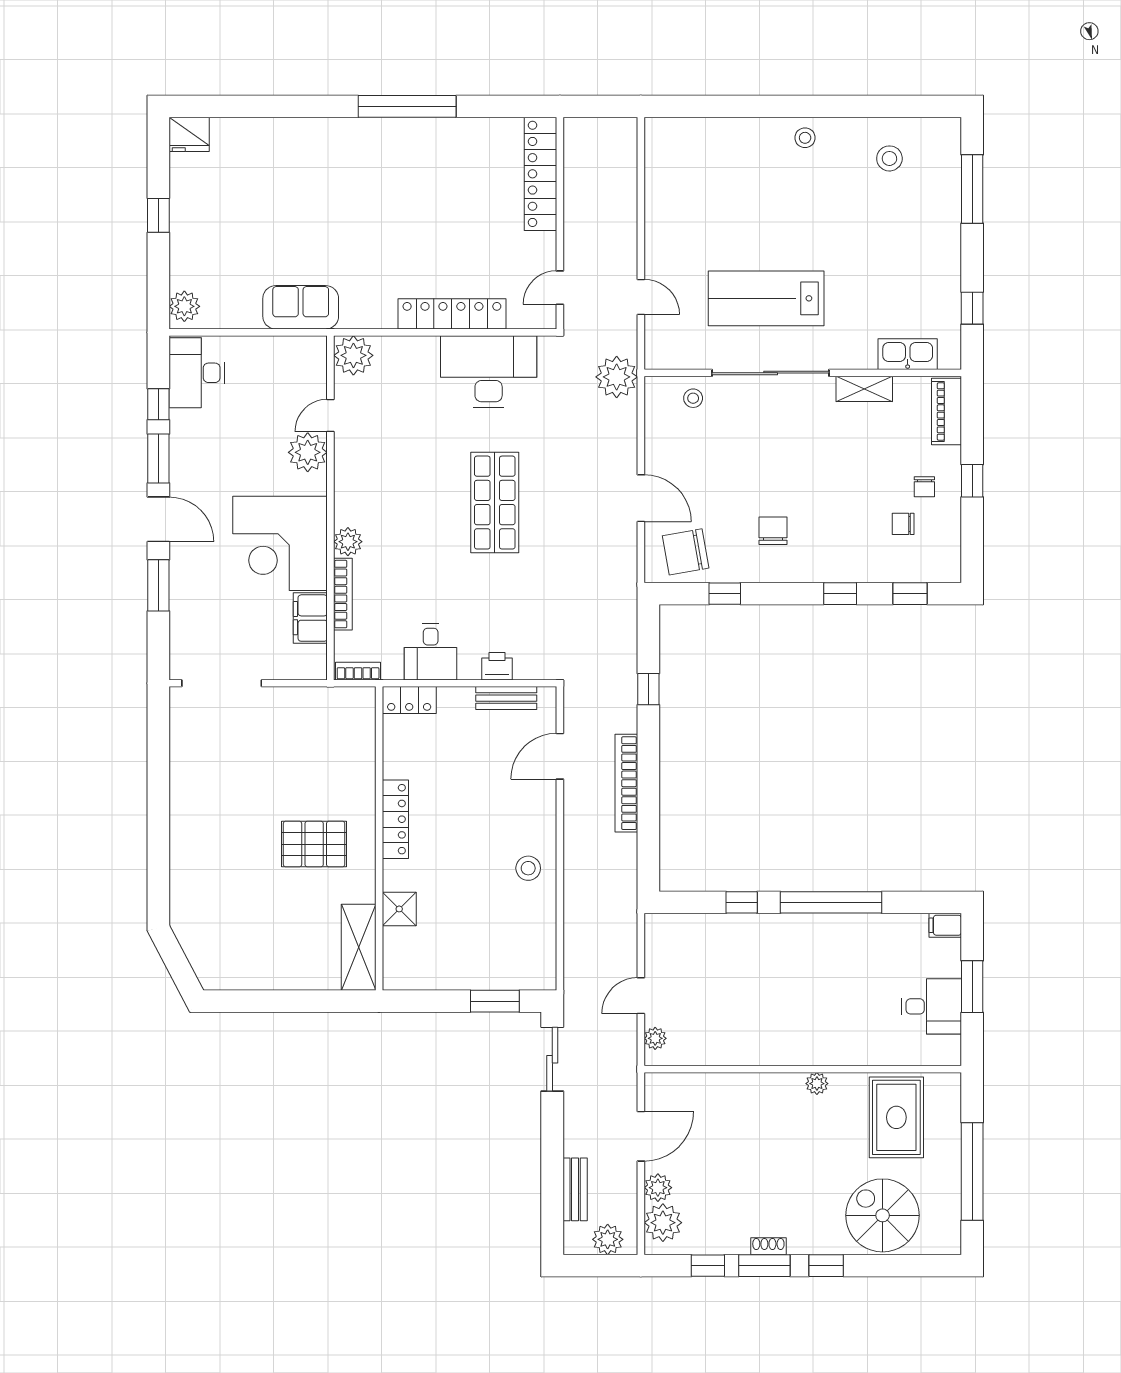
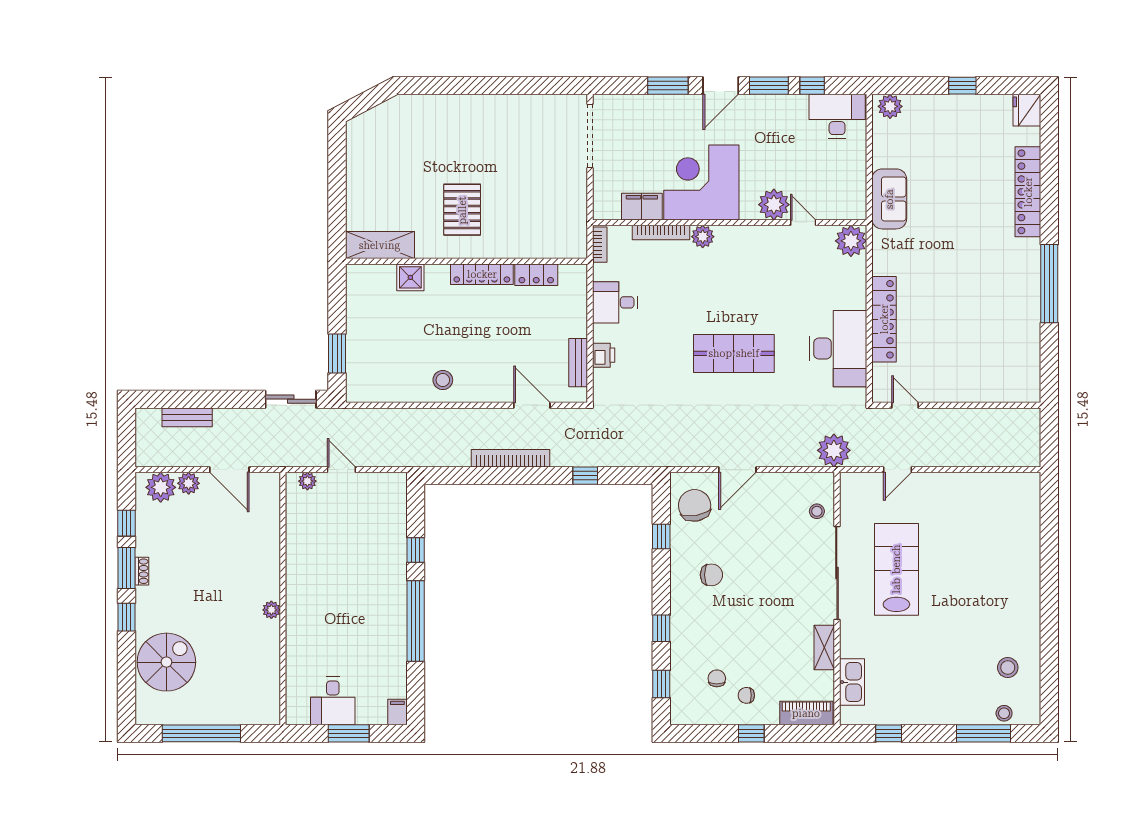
stool: (805, 138) -> (1004, 713), moved
locker: (541, 174) -> (1028, 192), moved, turned -90
locker: (409, 700) -> (536, 275), moved, turned -90
rug: (896, 1117) -> (244, 673), removed
plant: (608, 1239) -> (147, 443), removed

